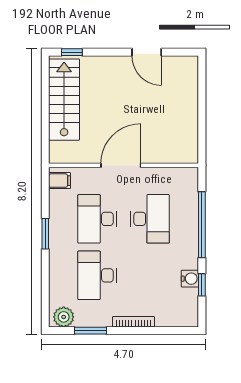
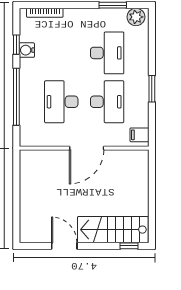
stairs: (64, 100) -> (113, 230), moved, turned 90
bookcase: (134, 322) -> (45, 13), moved

